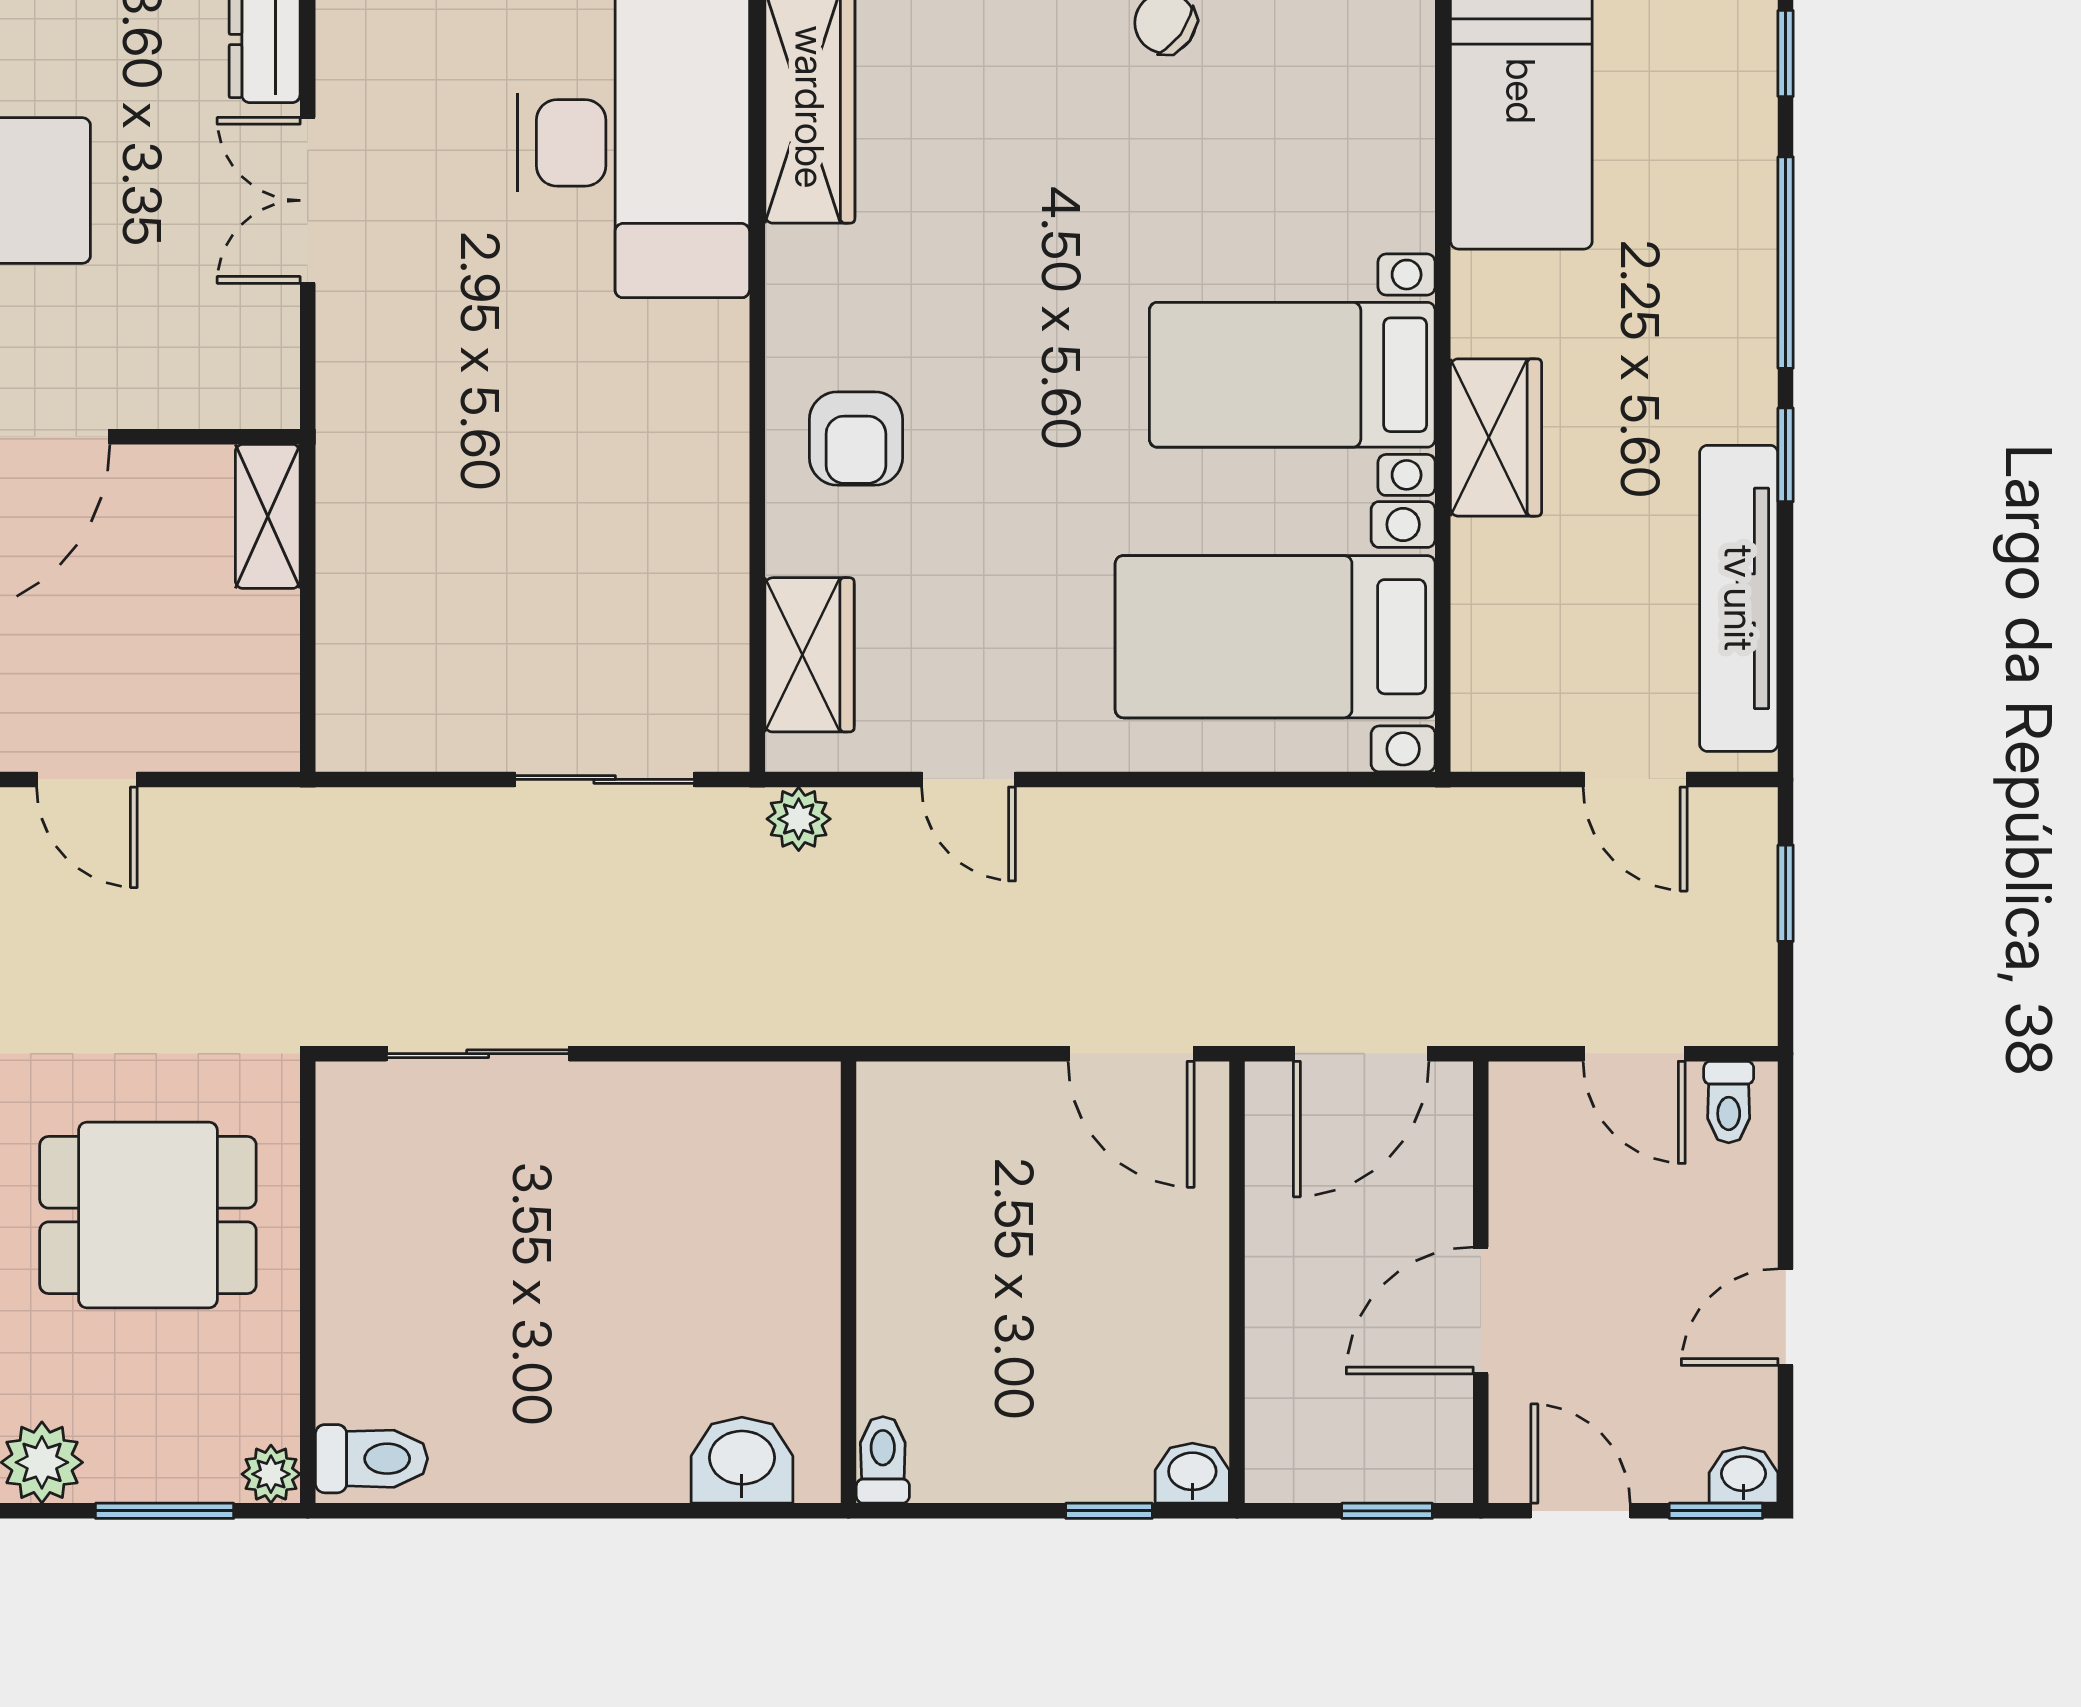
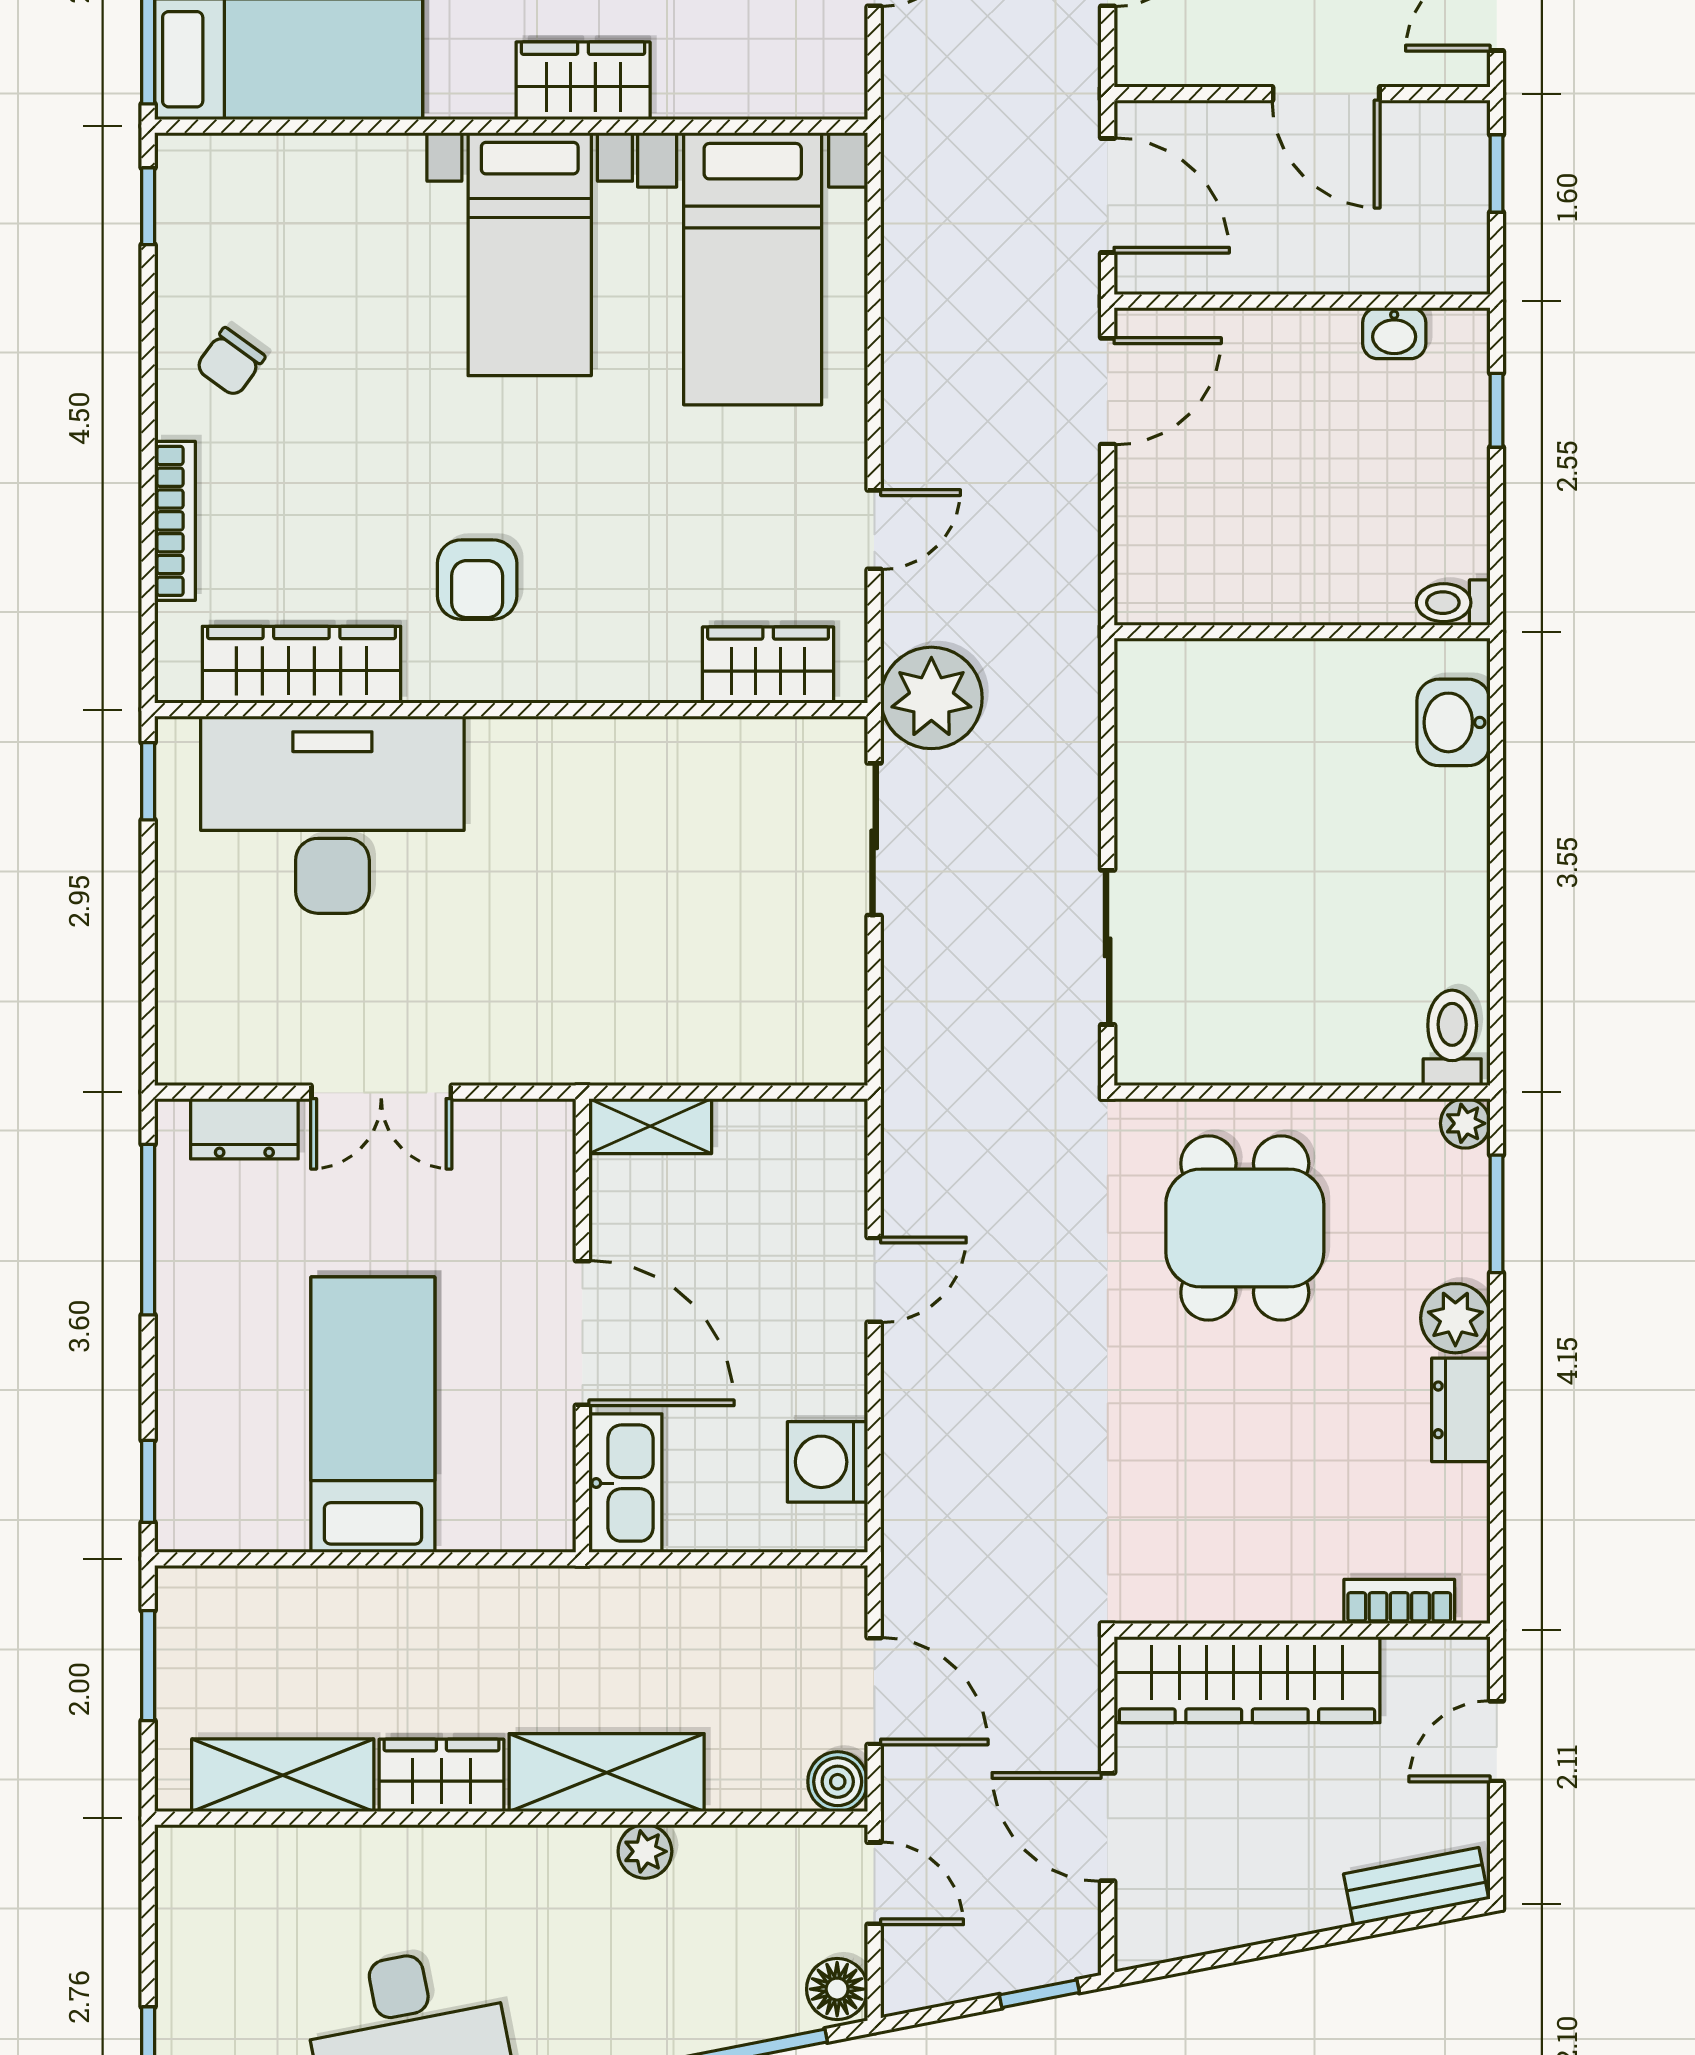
armchair: (856, 438) -> (477, 580), moved, turned 90
plant: (799, 819) -> (931, 698), width x1.87, depth x1.87
washbasin: (1192, 1473) -> (1394, 333), moved, turned -90

